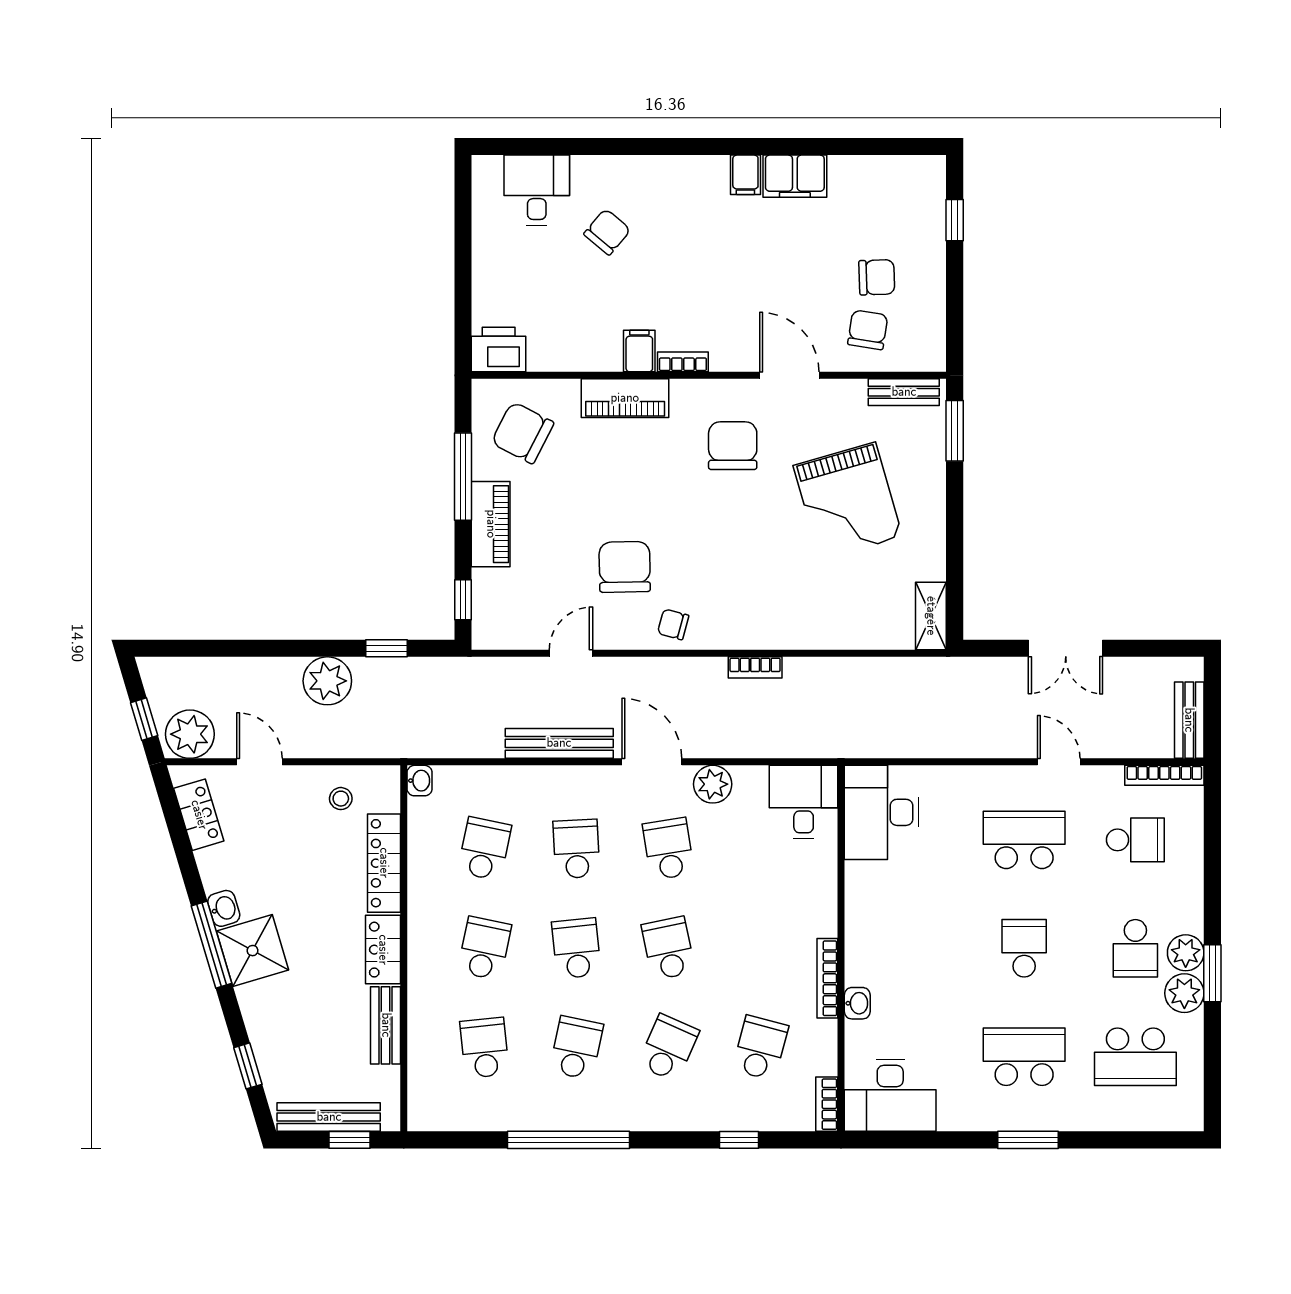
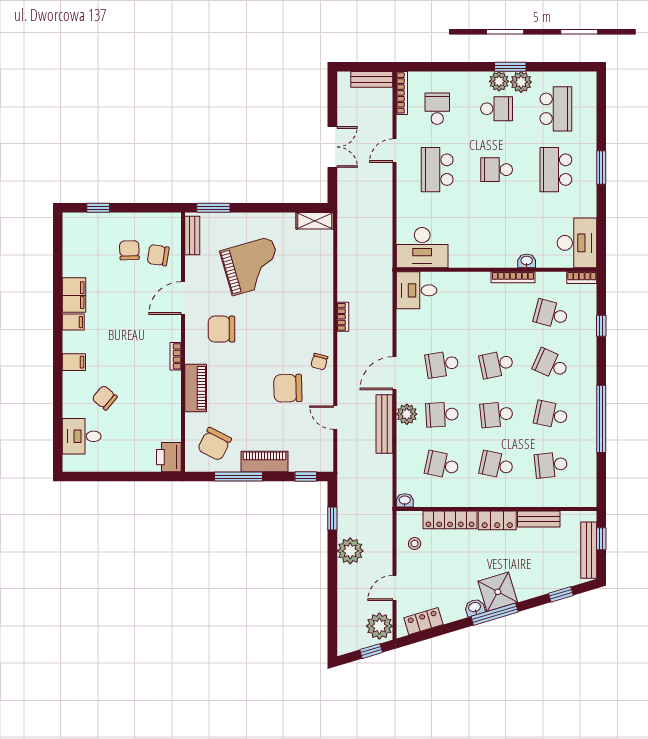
filing cabinet: (639, 351) -> (74, 362), moved, turned 180
plant: (713, 784) -> (407, 414), moved

